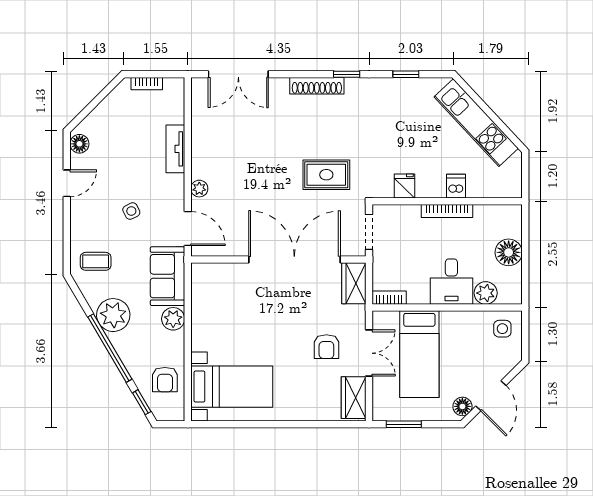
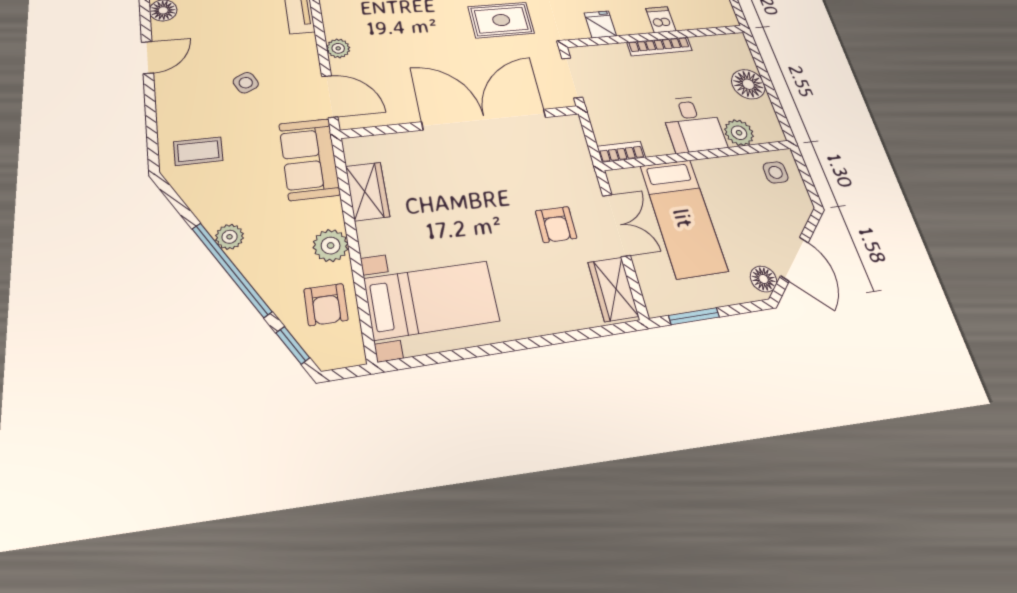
wardrobe: (354, 283) -> (367, 191), moved, turned 180
plant: (113, 315) -> (230, 237), width x0.53, depth x0.53
plant: (173, 319) -> (331, 246), moved

